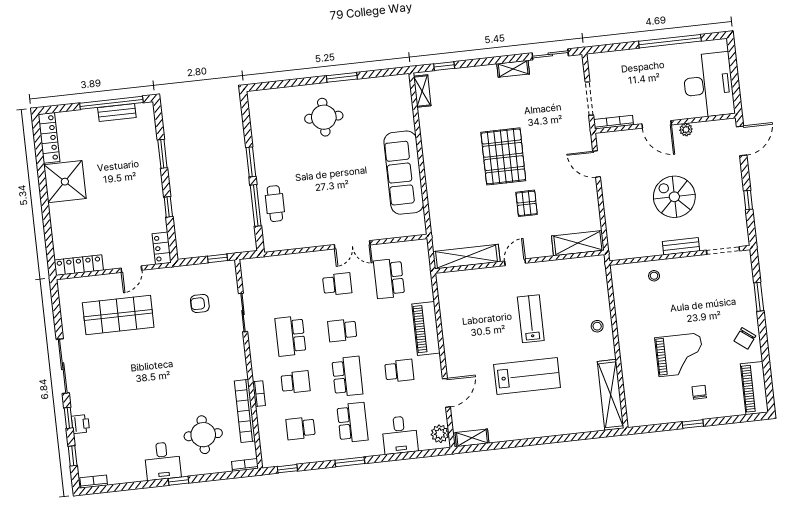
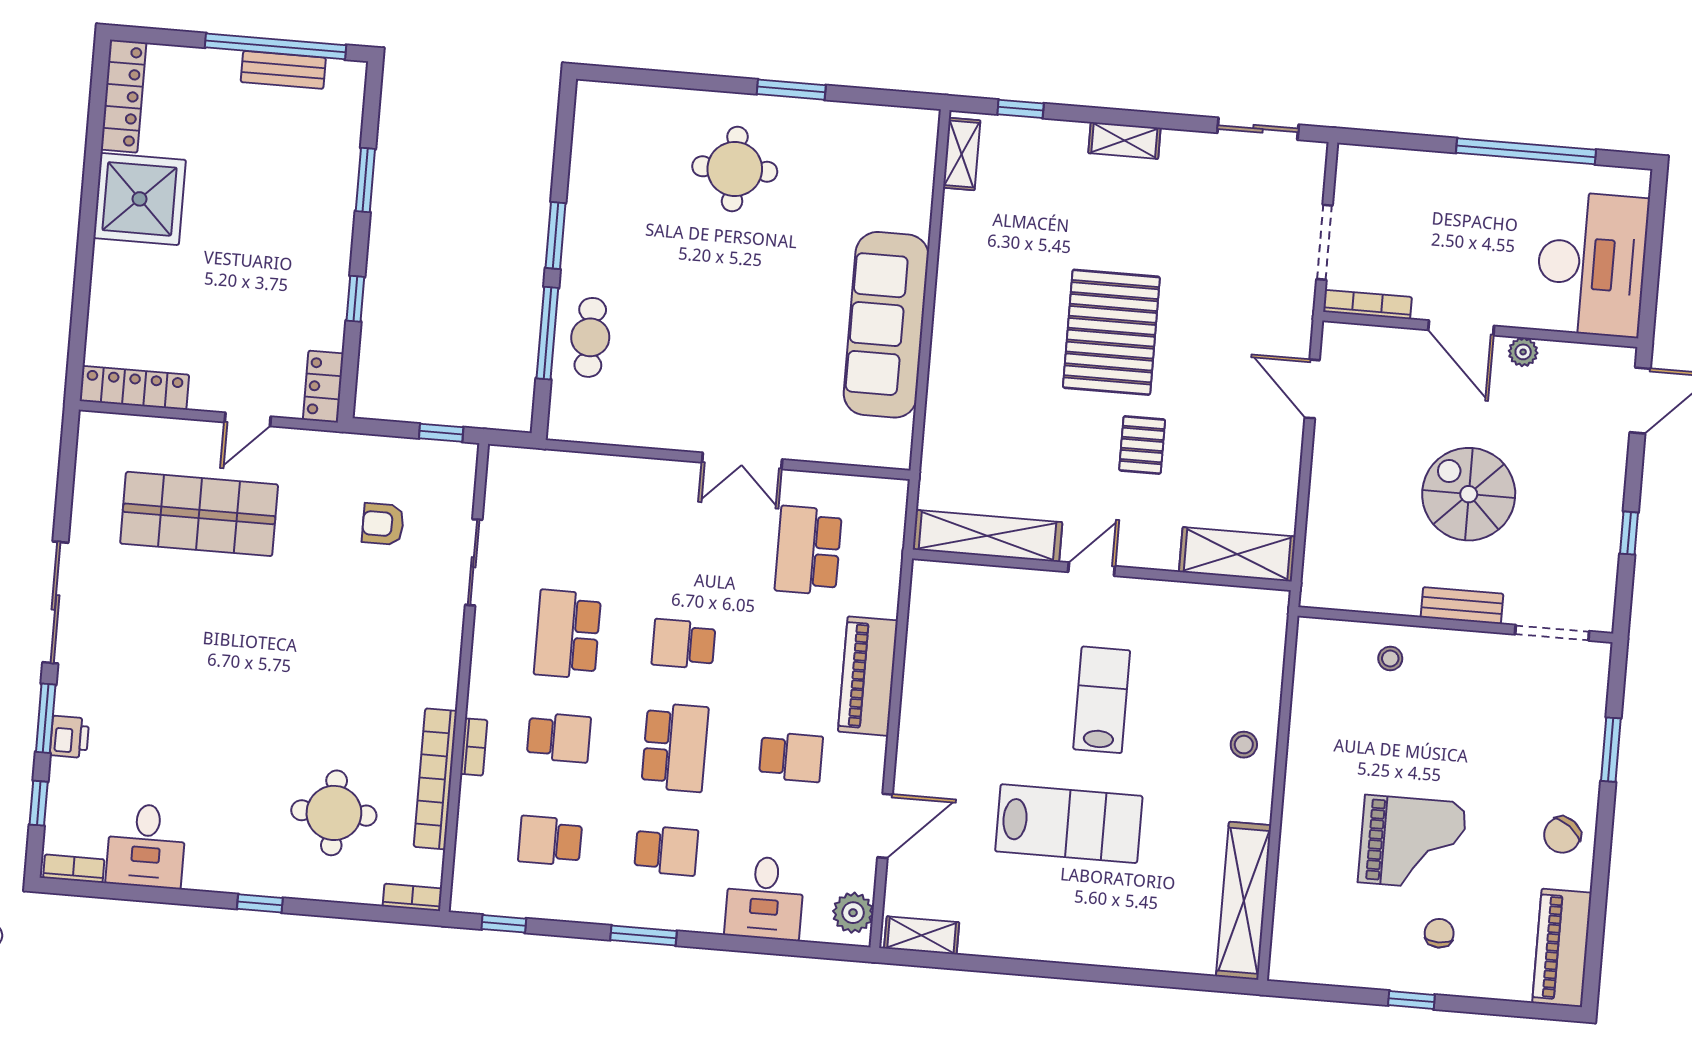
shelving: (513, 69) -> (1124, 140), moved
school desk: (337, 284) -> (692, 541), removed
window: (68, 418) -> (46, 718), width x1.50
school desk: (352, 423) -> (666, 851), width x0.54
desk: (163, 461) -> (146, 846), moved

